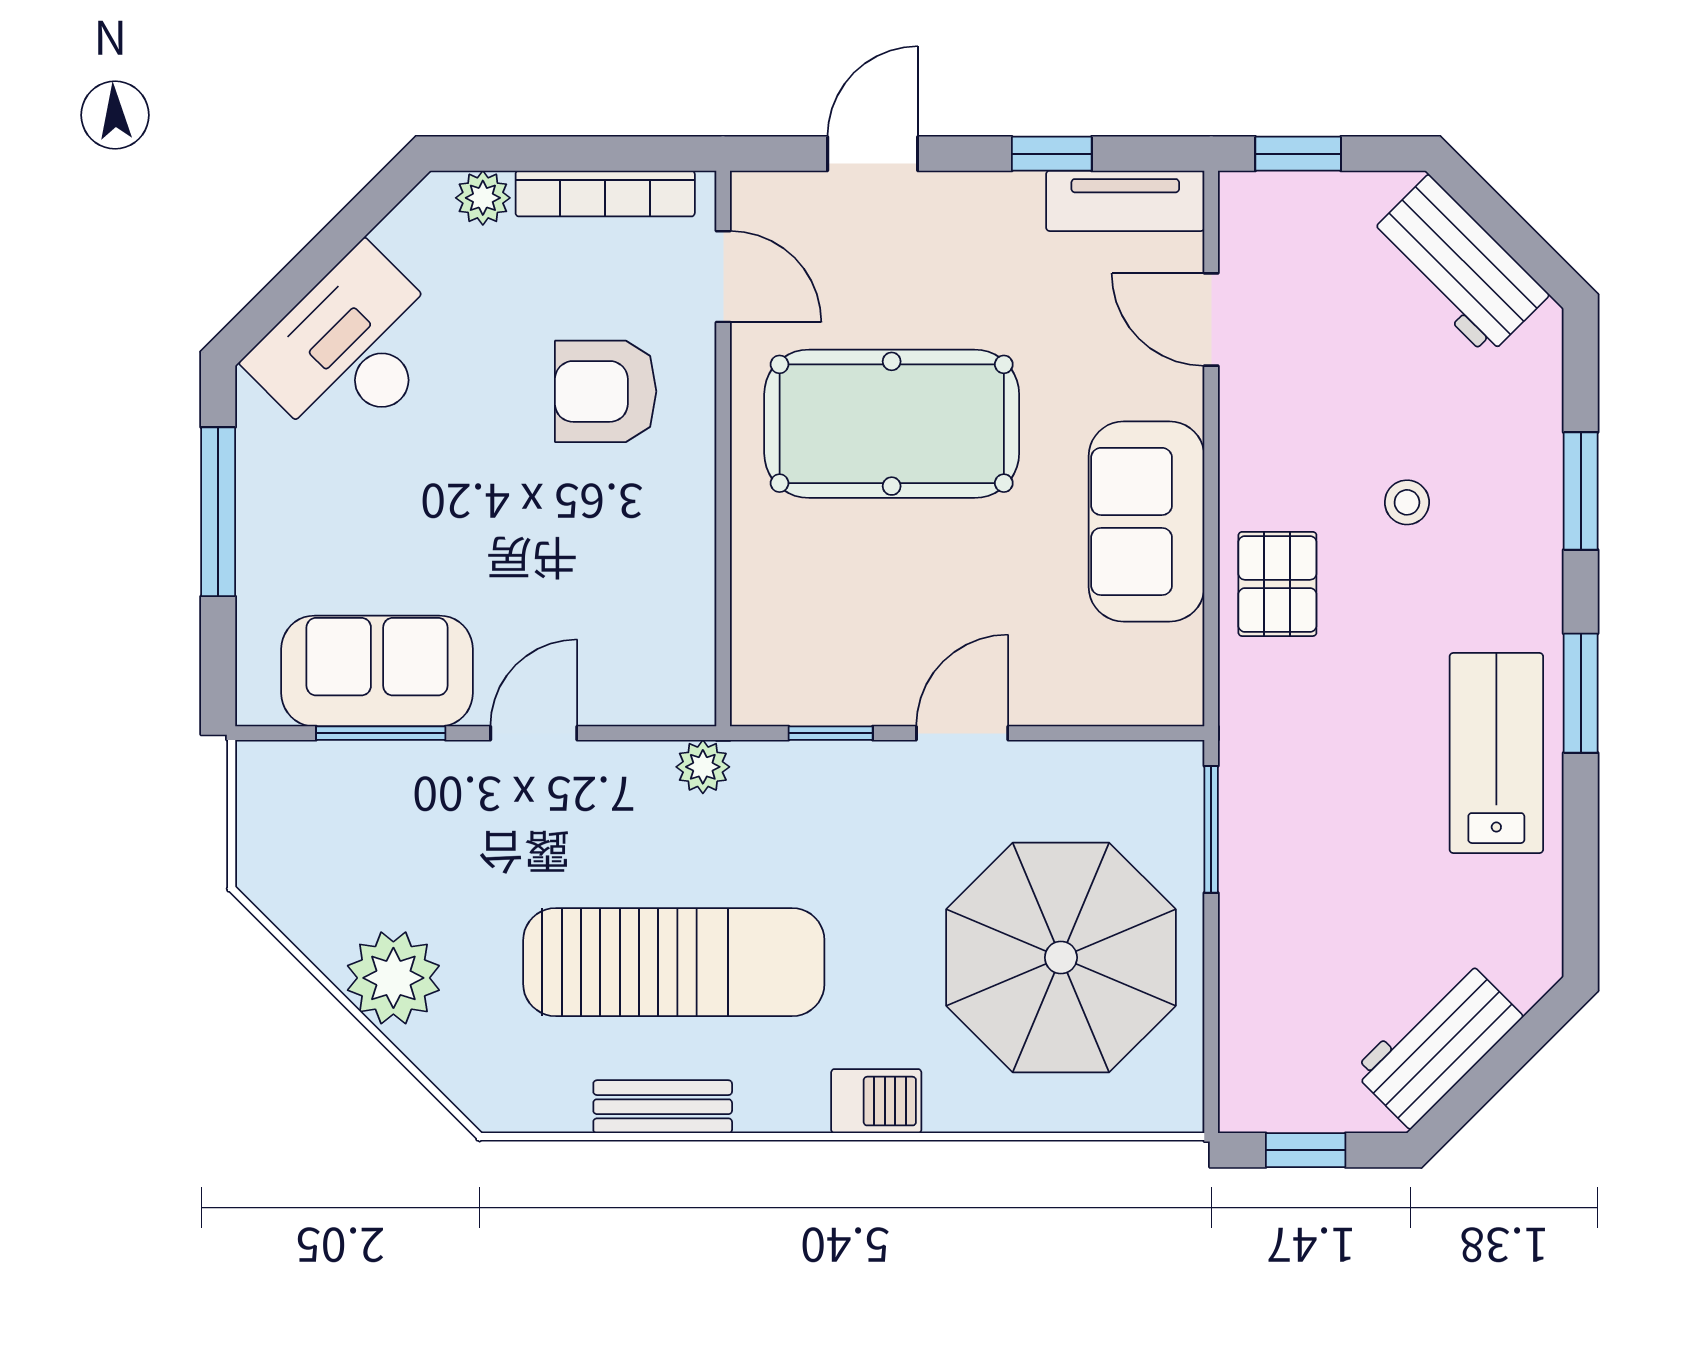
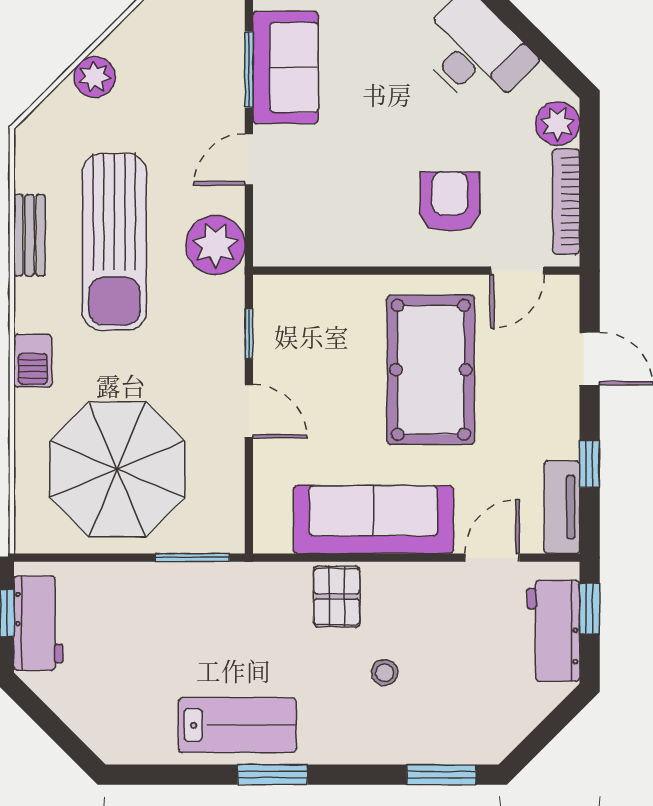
plant: (483, 198) -> (558, 124), width x1.38, depth x1.38
workbench: (1458, 266) -> (553, 631), moved, turned -45
window: (1581, 491) -> (441, 775), moved
sofa: (1147, 521) -> (373, 520), width x1.36
pallet: (1277, 584) -> (337, 596), turned 90
door: (534, 733) -> (249, 159), swing flipped
plant: (703, 767) -> (215, 245), width x1.88, depth x1.88
plant: (393, 978) -> (95, 77), width x0.73, depth x0.73
workbench: (1438, 1044) -> (38, 623), moved, turned 45

